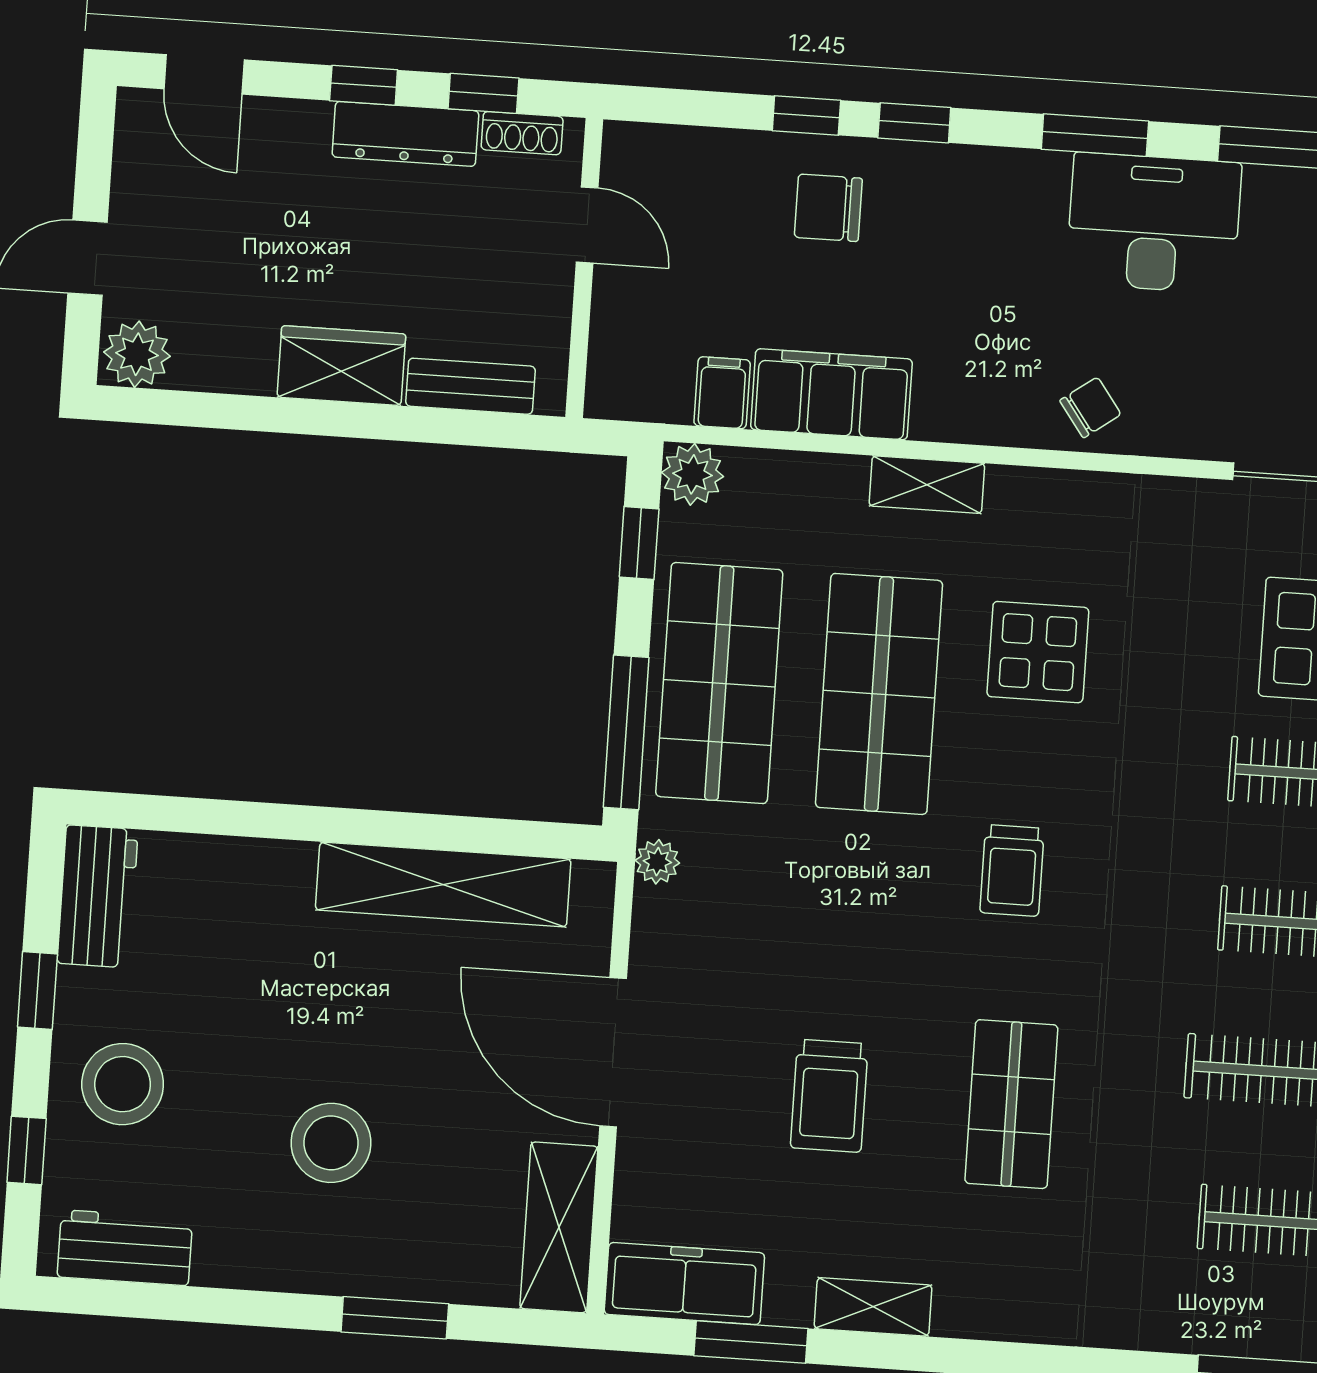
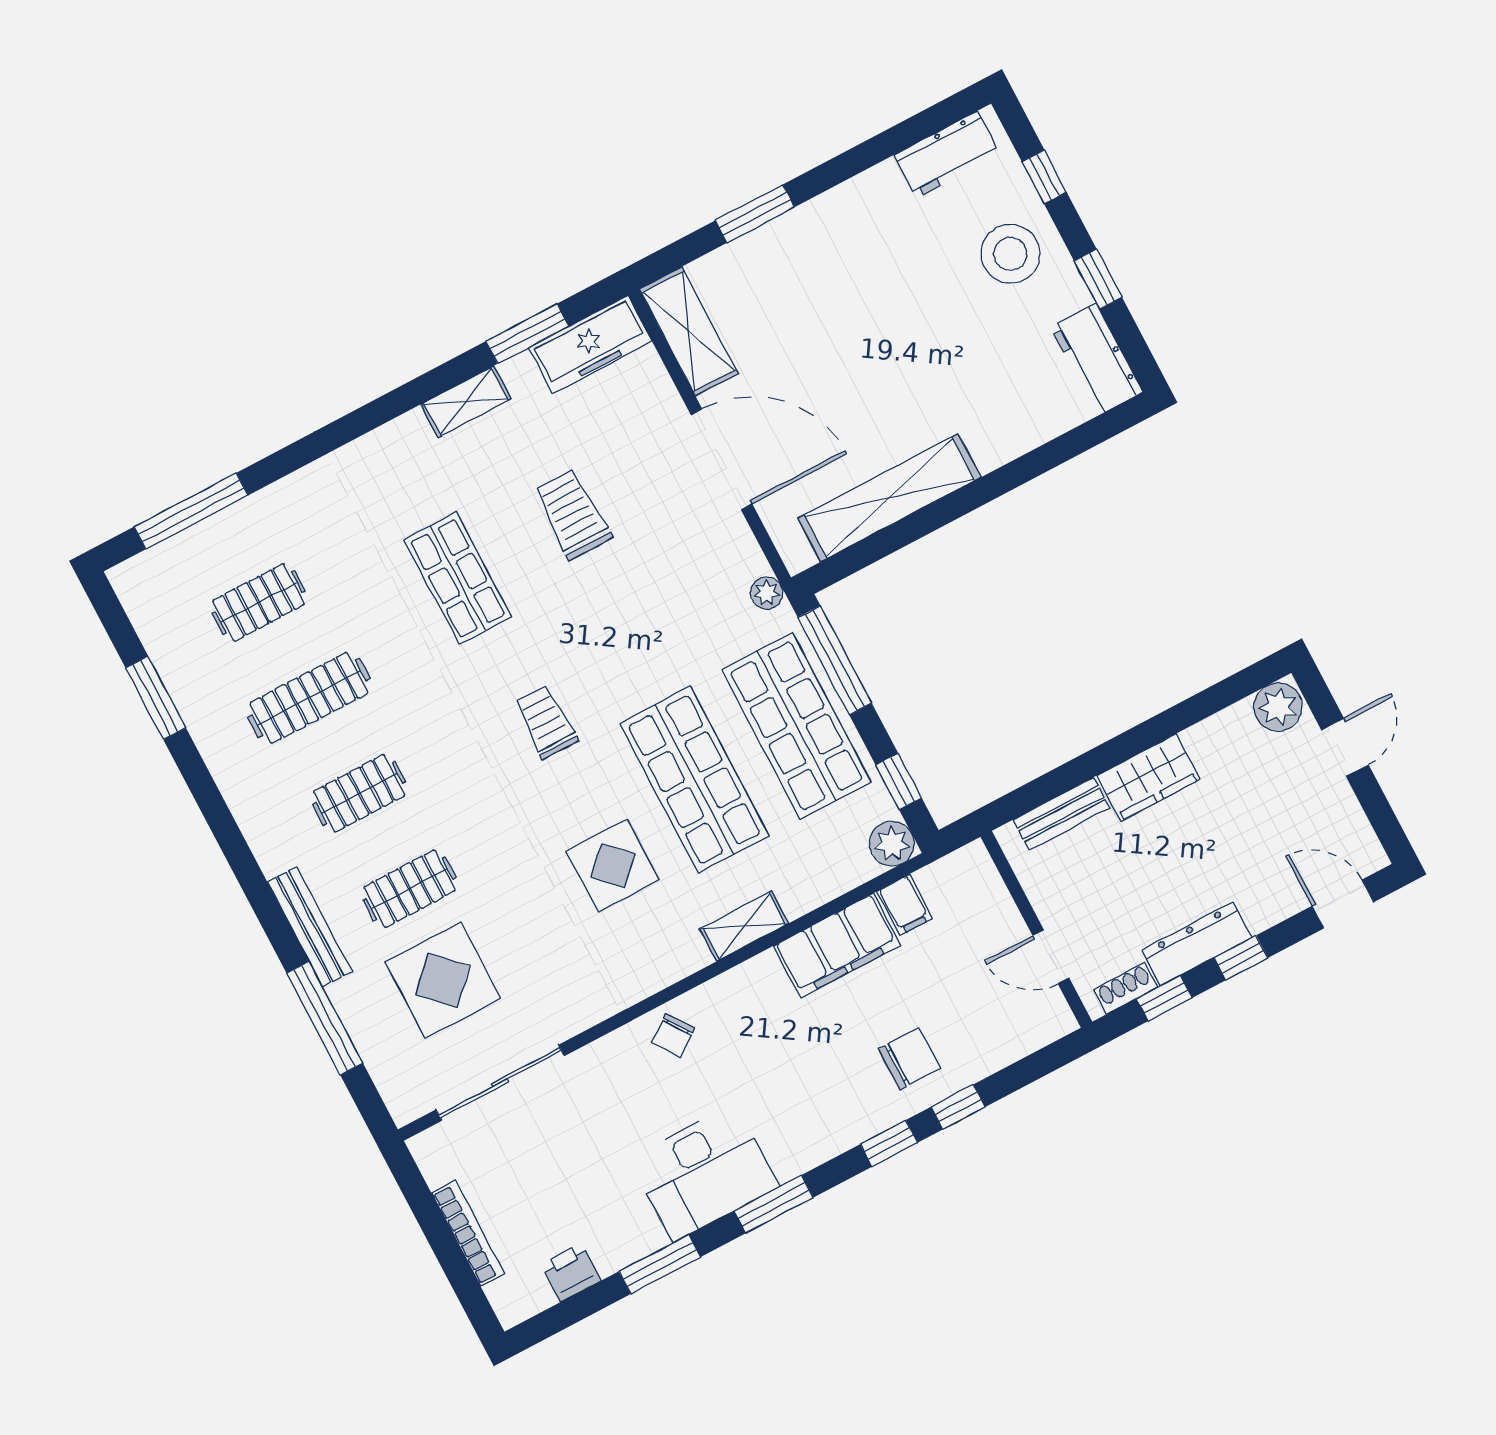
stool: (331, 1143) -> (860, 297), removed

